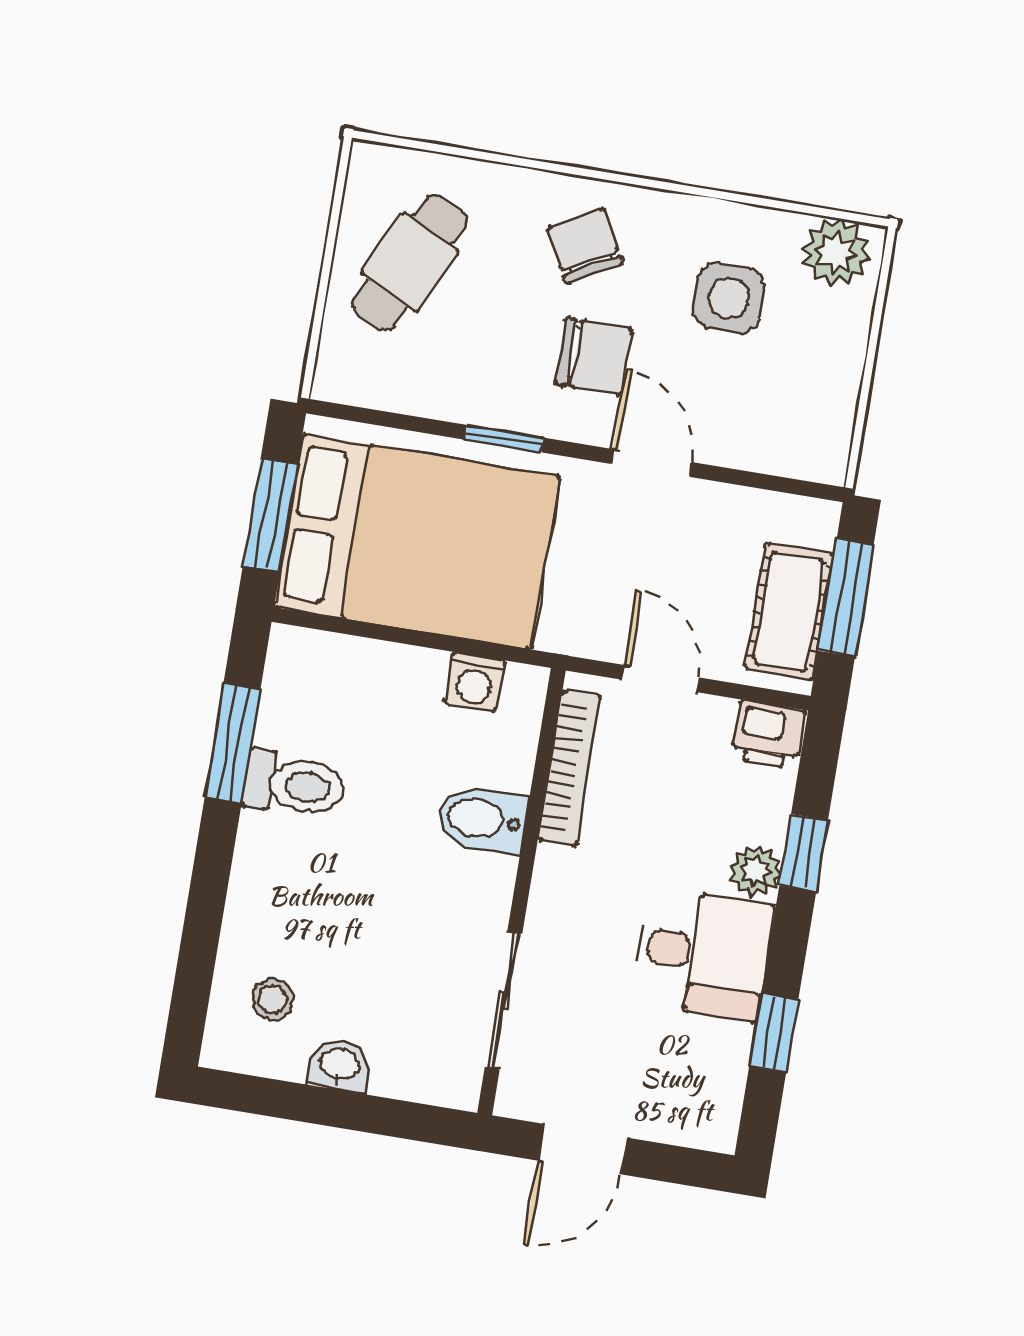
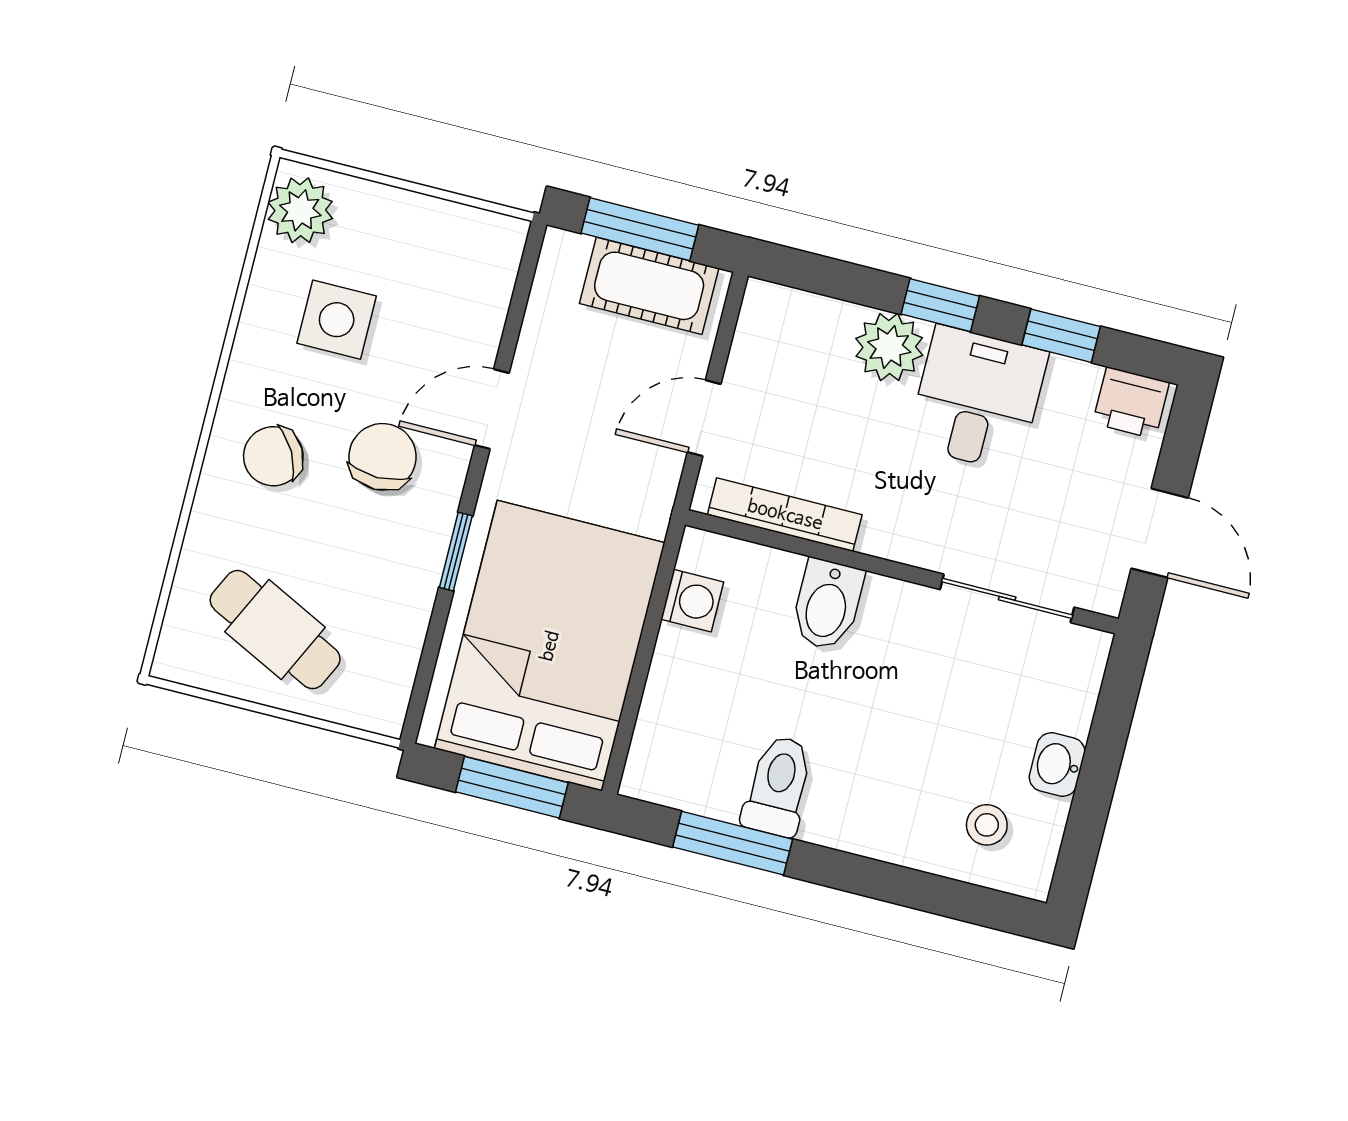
printer: (768, 734) -> (1131, 403), moved, turned 90
window: (804, 853) -> (940, 305), moved
plant: (756, 871) -> (889, 347), width x1.38, depth x1.38

